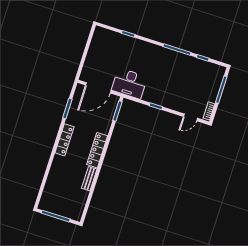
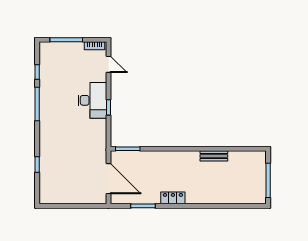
desk: (129, 83) -> (92, 100), moved
locker: (64, 140) -> (173, 198), width x0.66
locker: (97, 150) -> (179, 157), removed

